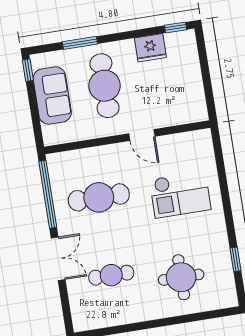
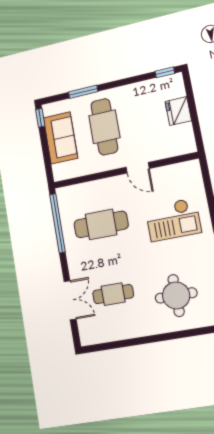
fridge: (150, 48) -> (178, 111), moved, turned 90
double door: (58, 259) -> (70, 300), moved

